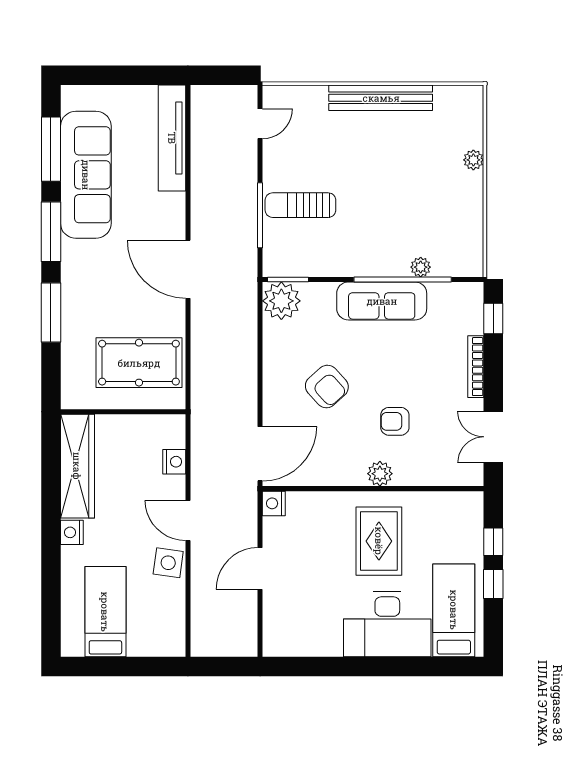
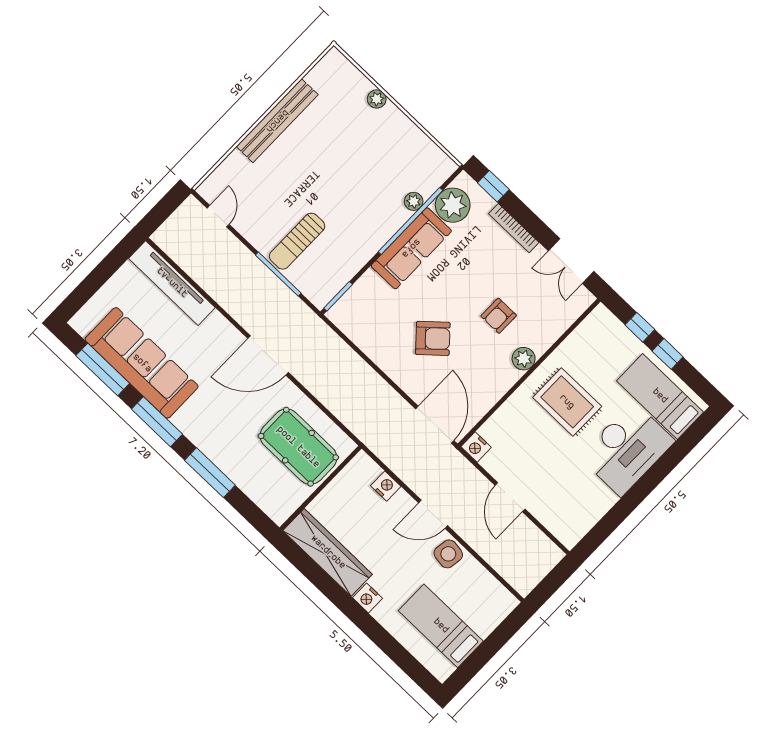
plant: (281, 301) -> (453, 205), moved
pool table: (139, 363) -> (298, 447), turned 90

